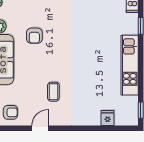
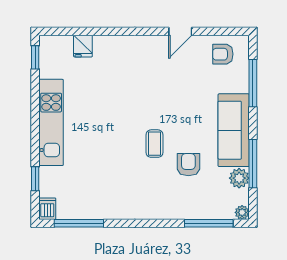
coffee table: (53, 92) -> (154, 144), moved

